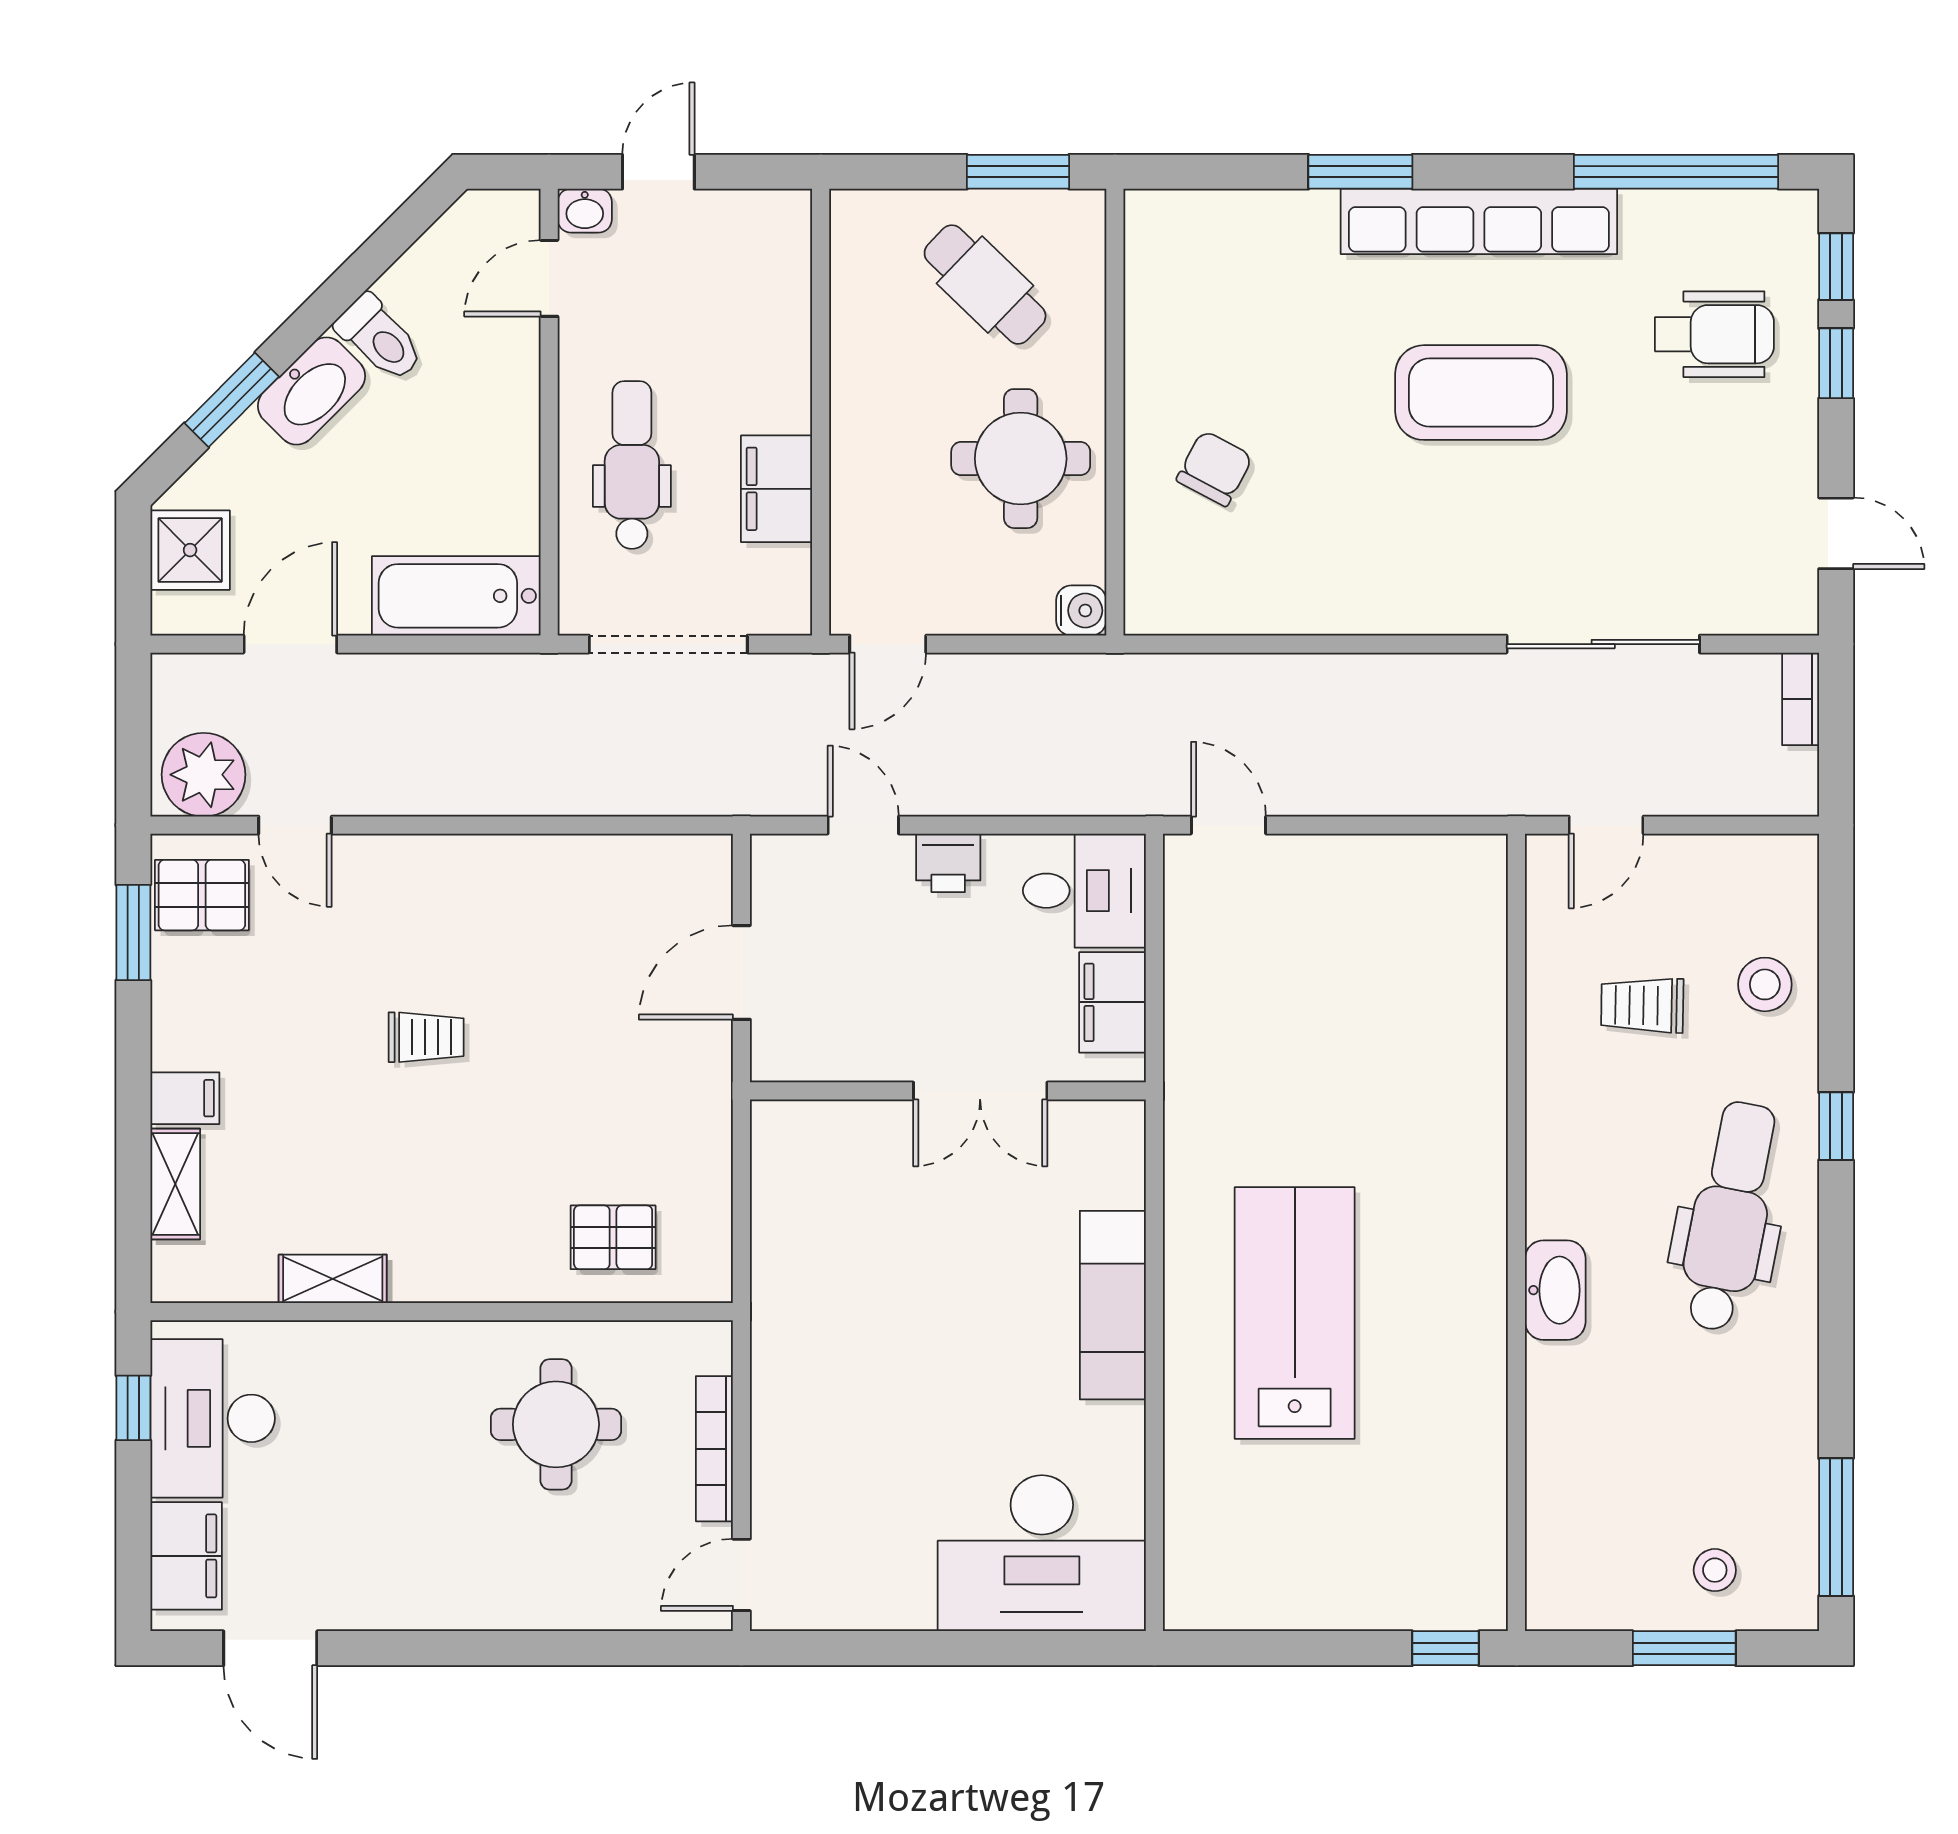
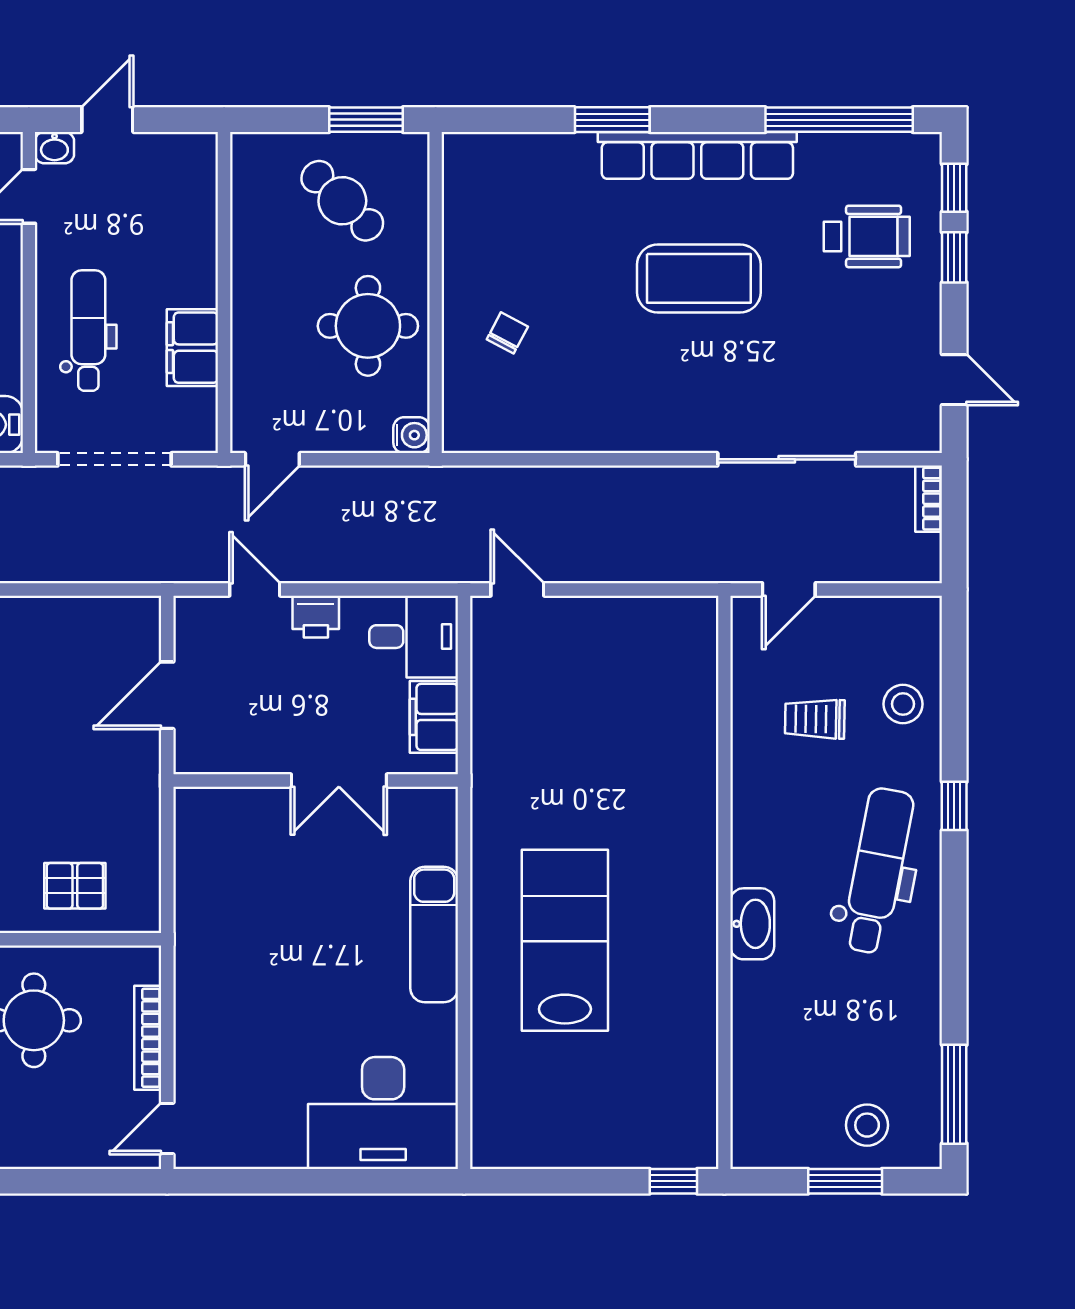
chair: (1215, 468) -> (507, 333), width x0.73, depth x0.73
stool: (1715, 1570) -> (867, 1125), width x1.37, depth x1.37

